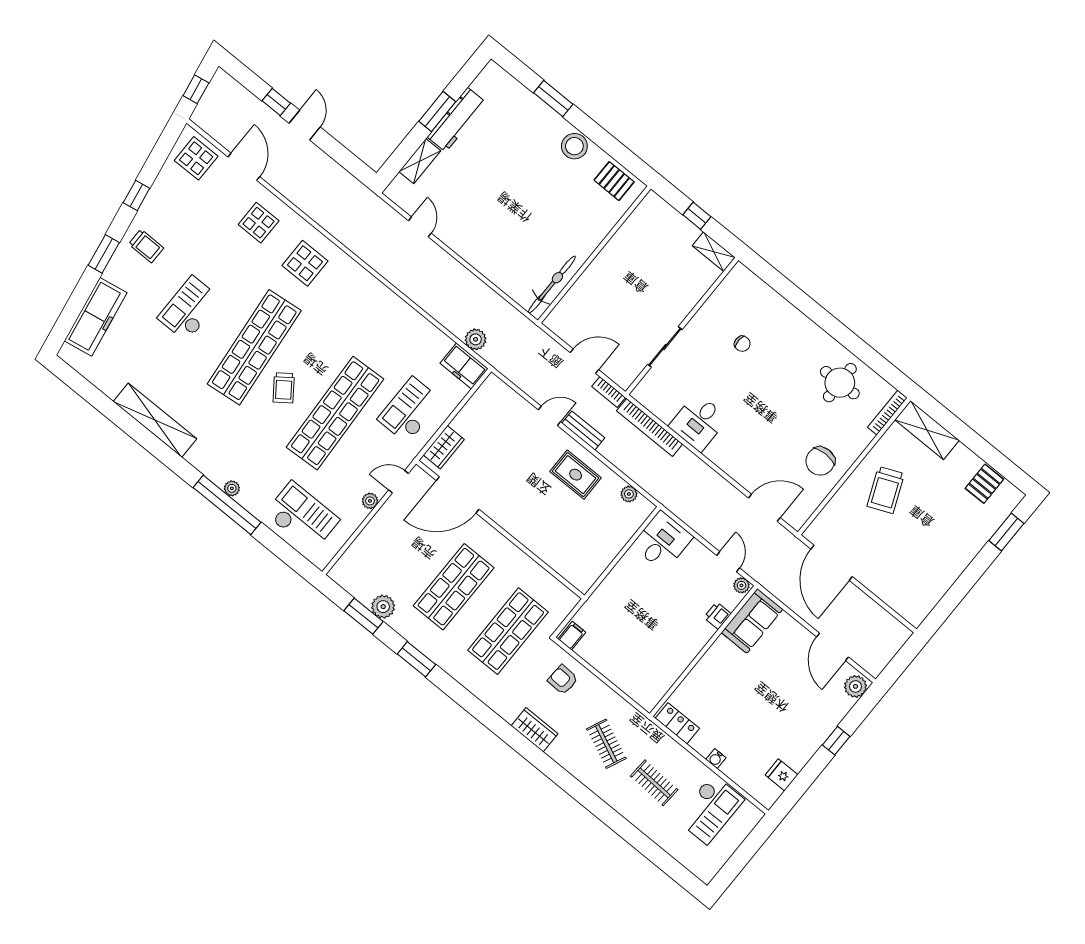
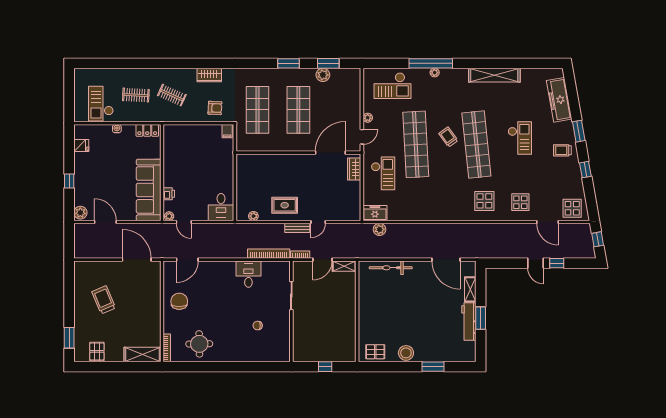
door: (420, 227) -> (446, 260), width x1.87
shelving: (714, 252) -> (344, 266), moved
bicycle: (552, 285) -> (391, 268), moved, turned 90
trolley: (886, 490) -> (104, 300), moved
sofa: (752, 621) -> (149, 190), width x1.85, depth x1.27

